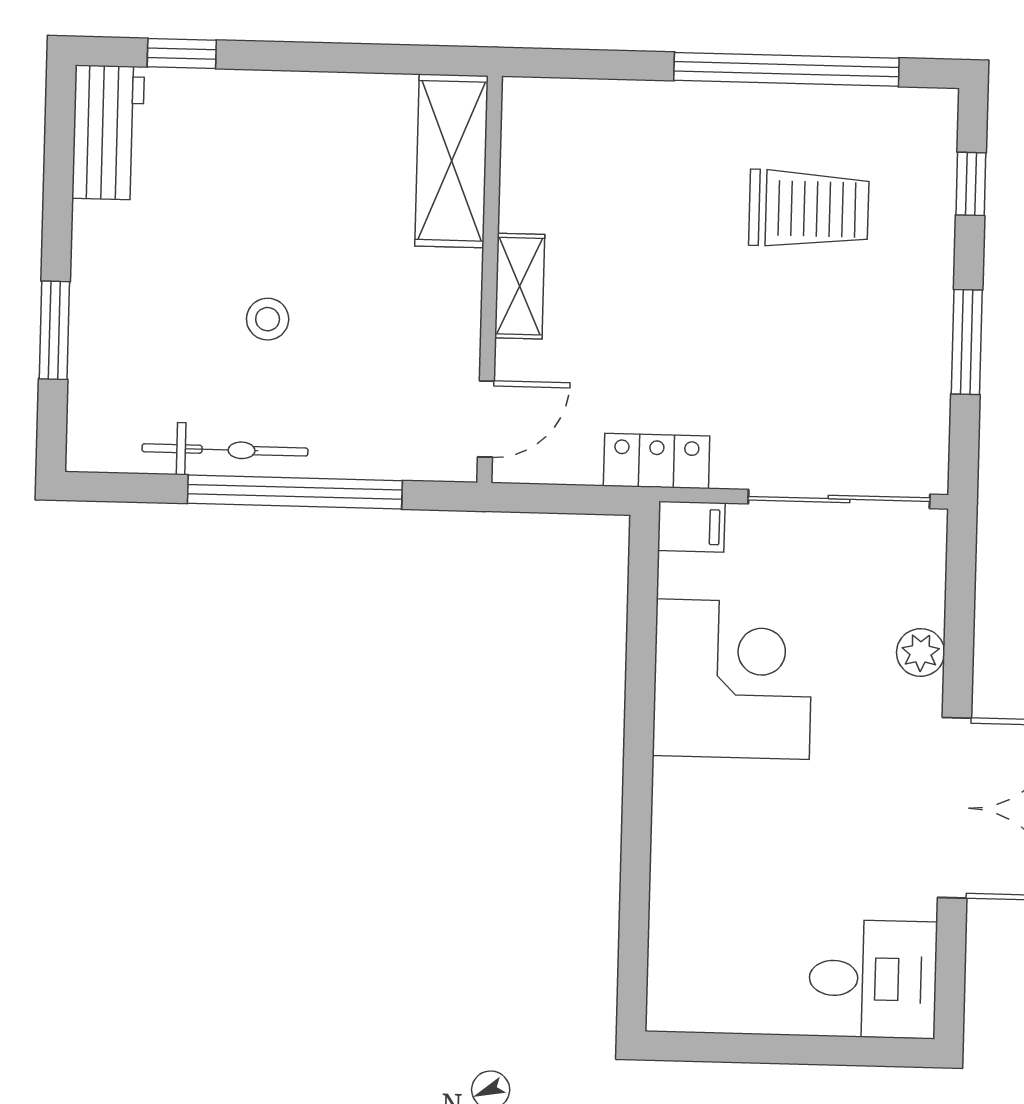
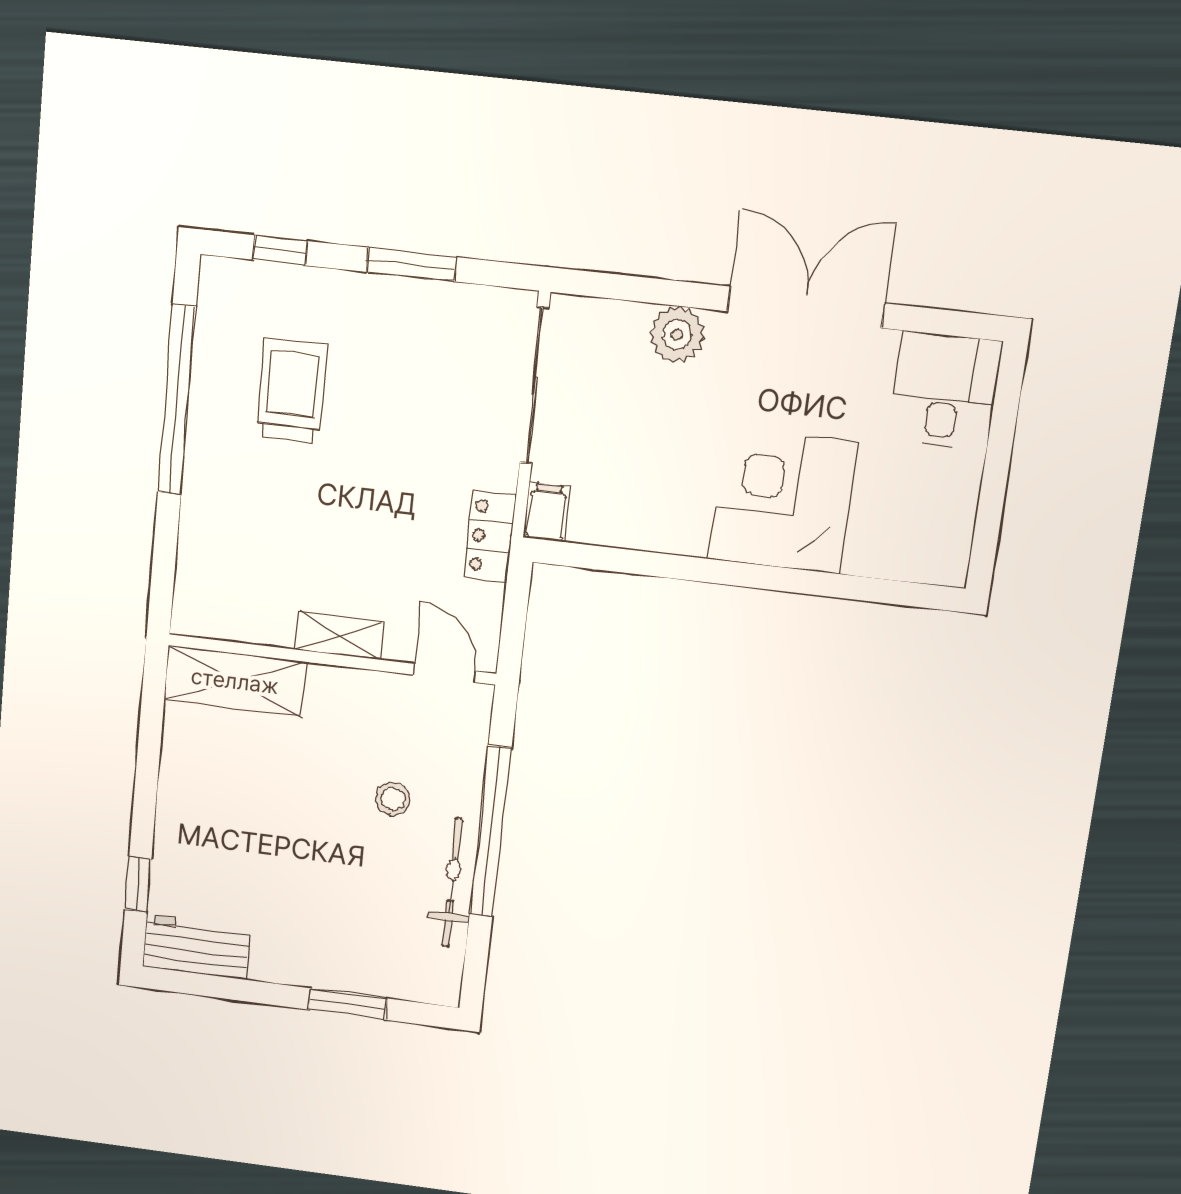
stool: (268, 319) -> (393, 799), moved
plant: (921, 652) -> (677, 335), width x1.38, depth x1.38
corner desk: (733, 679) -> (783, 501), moved

